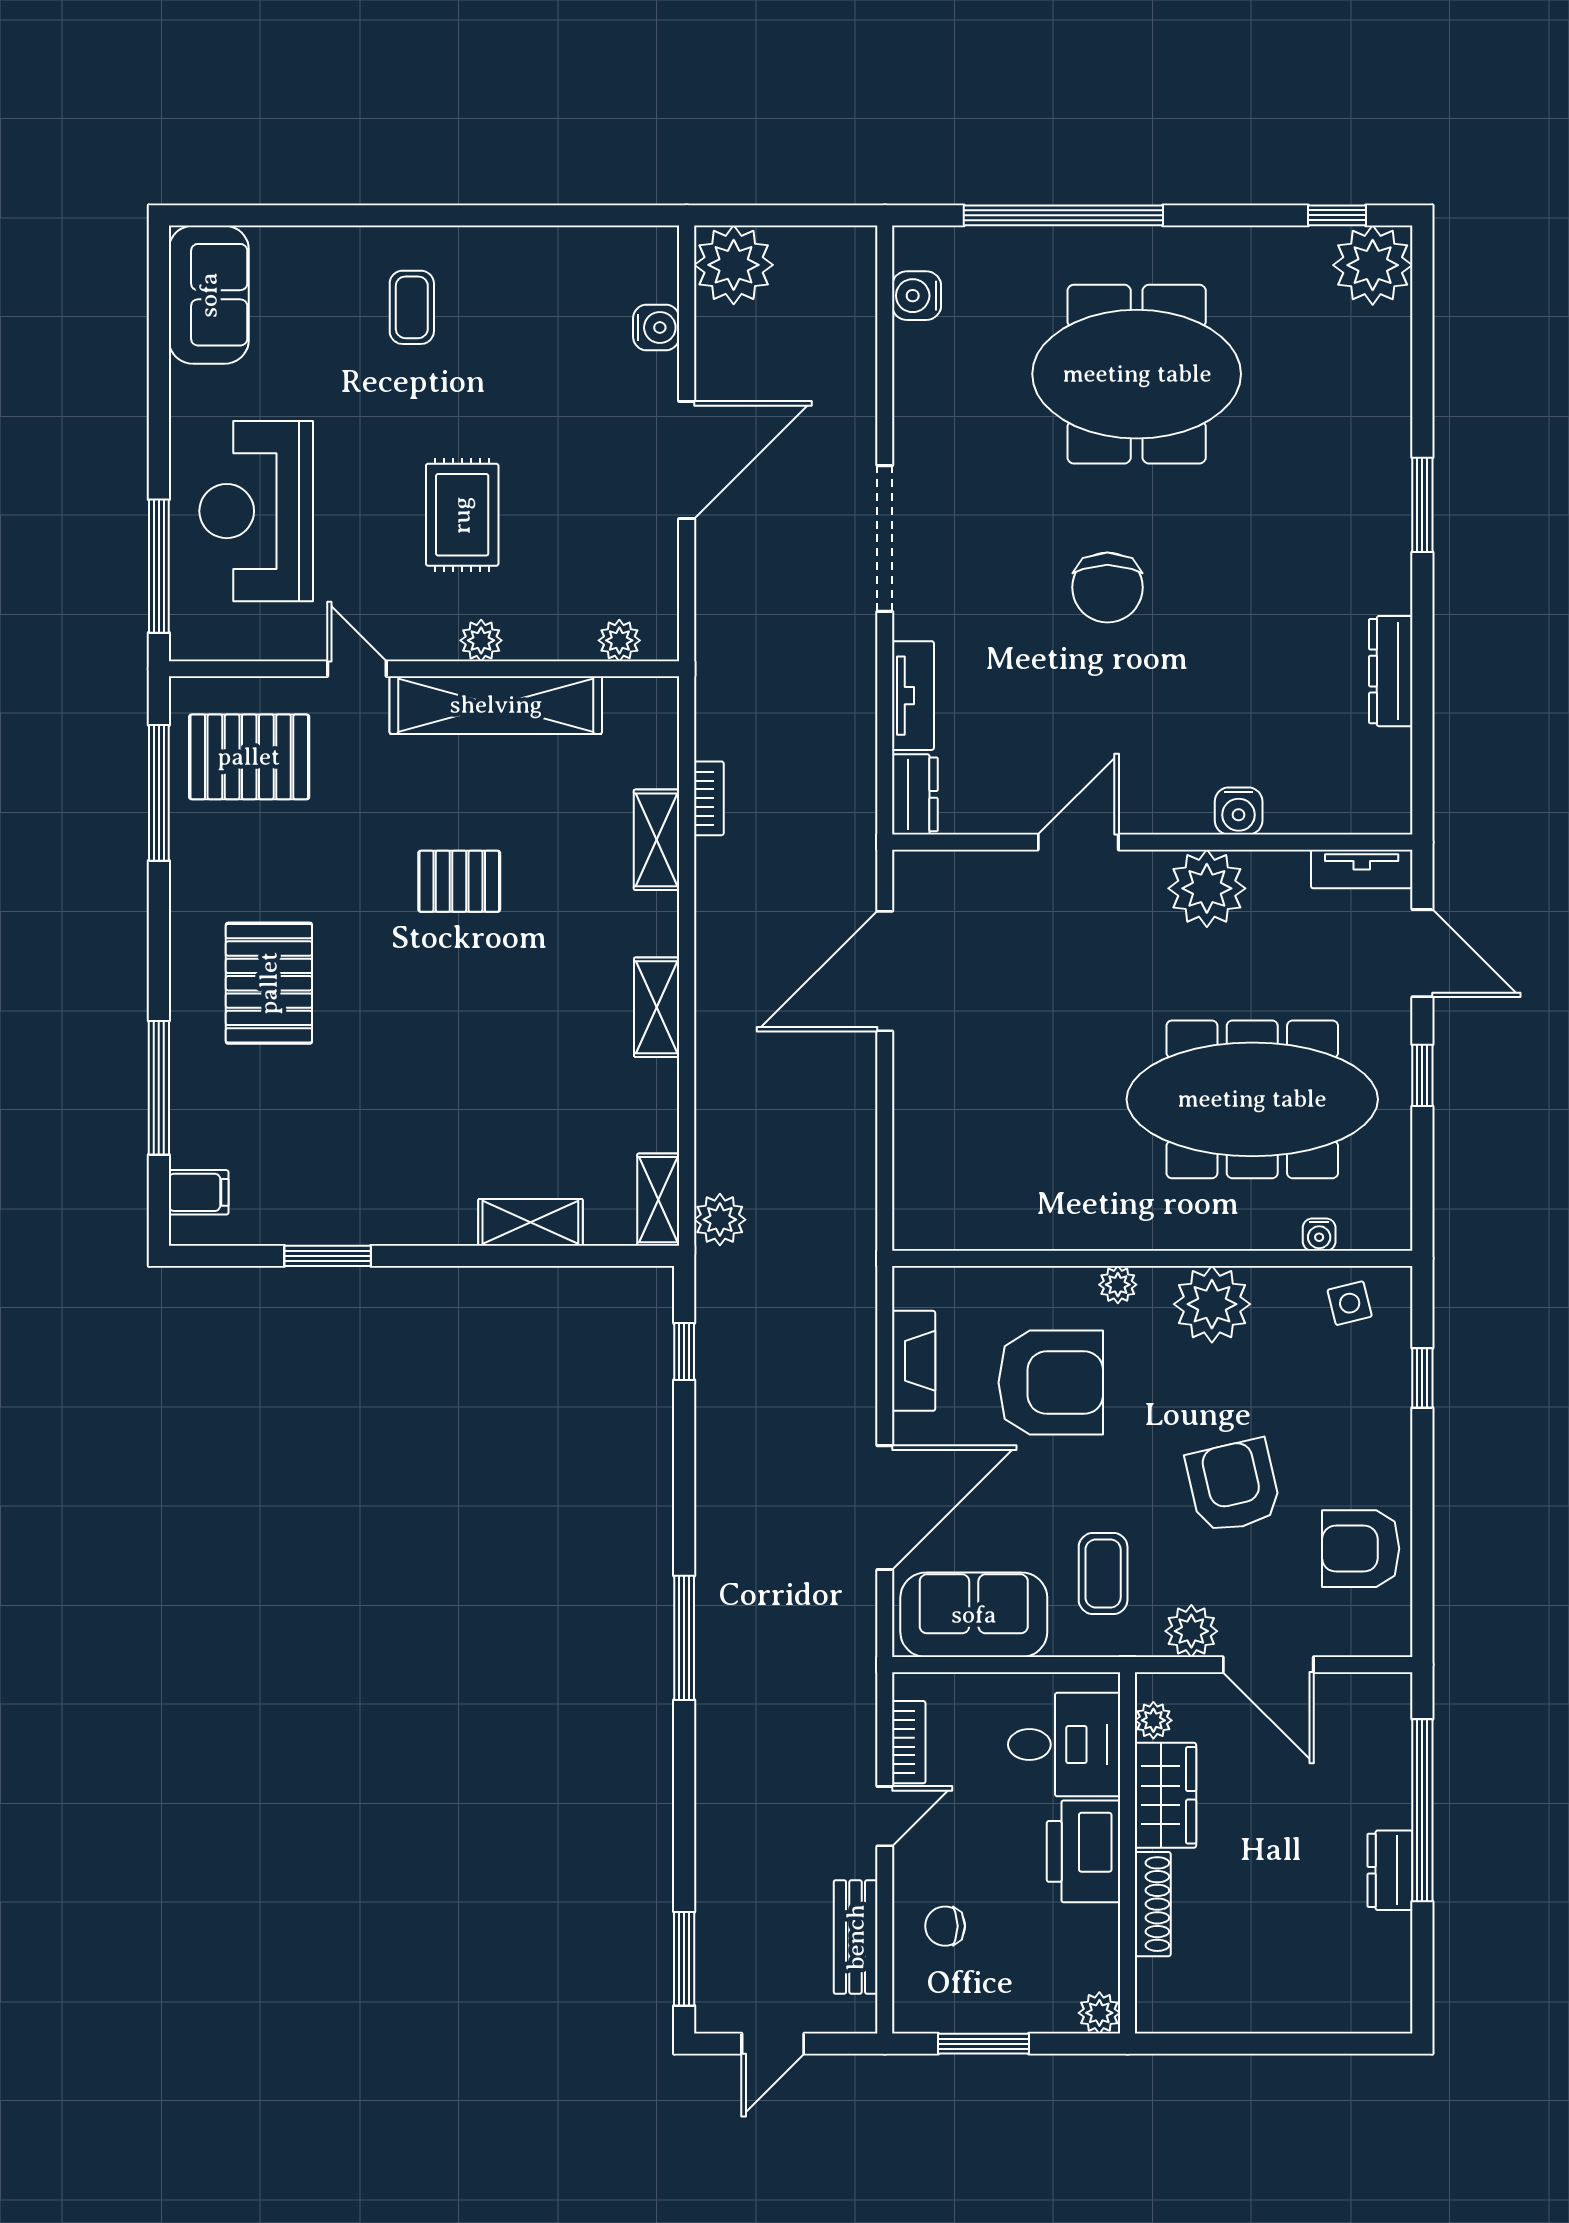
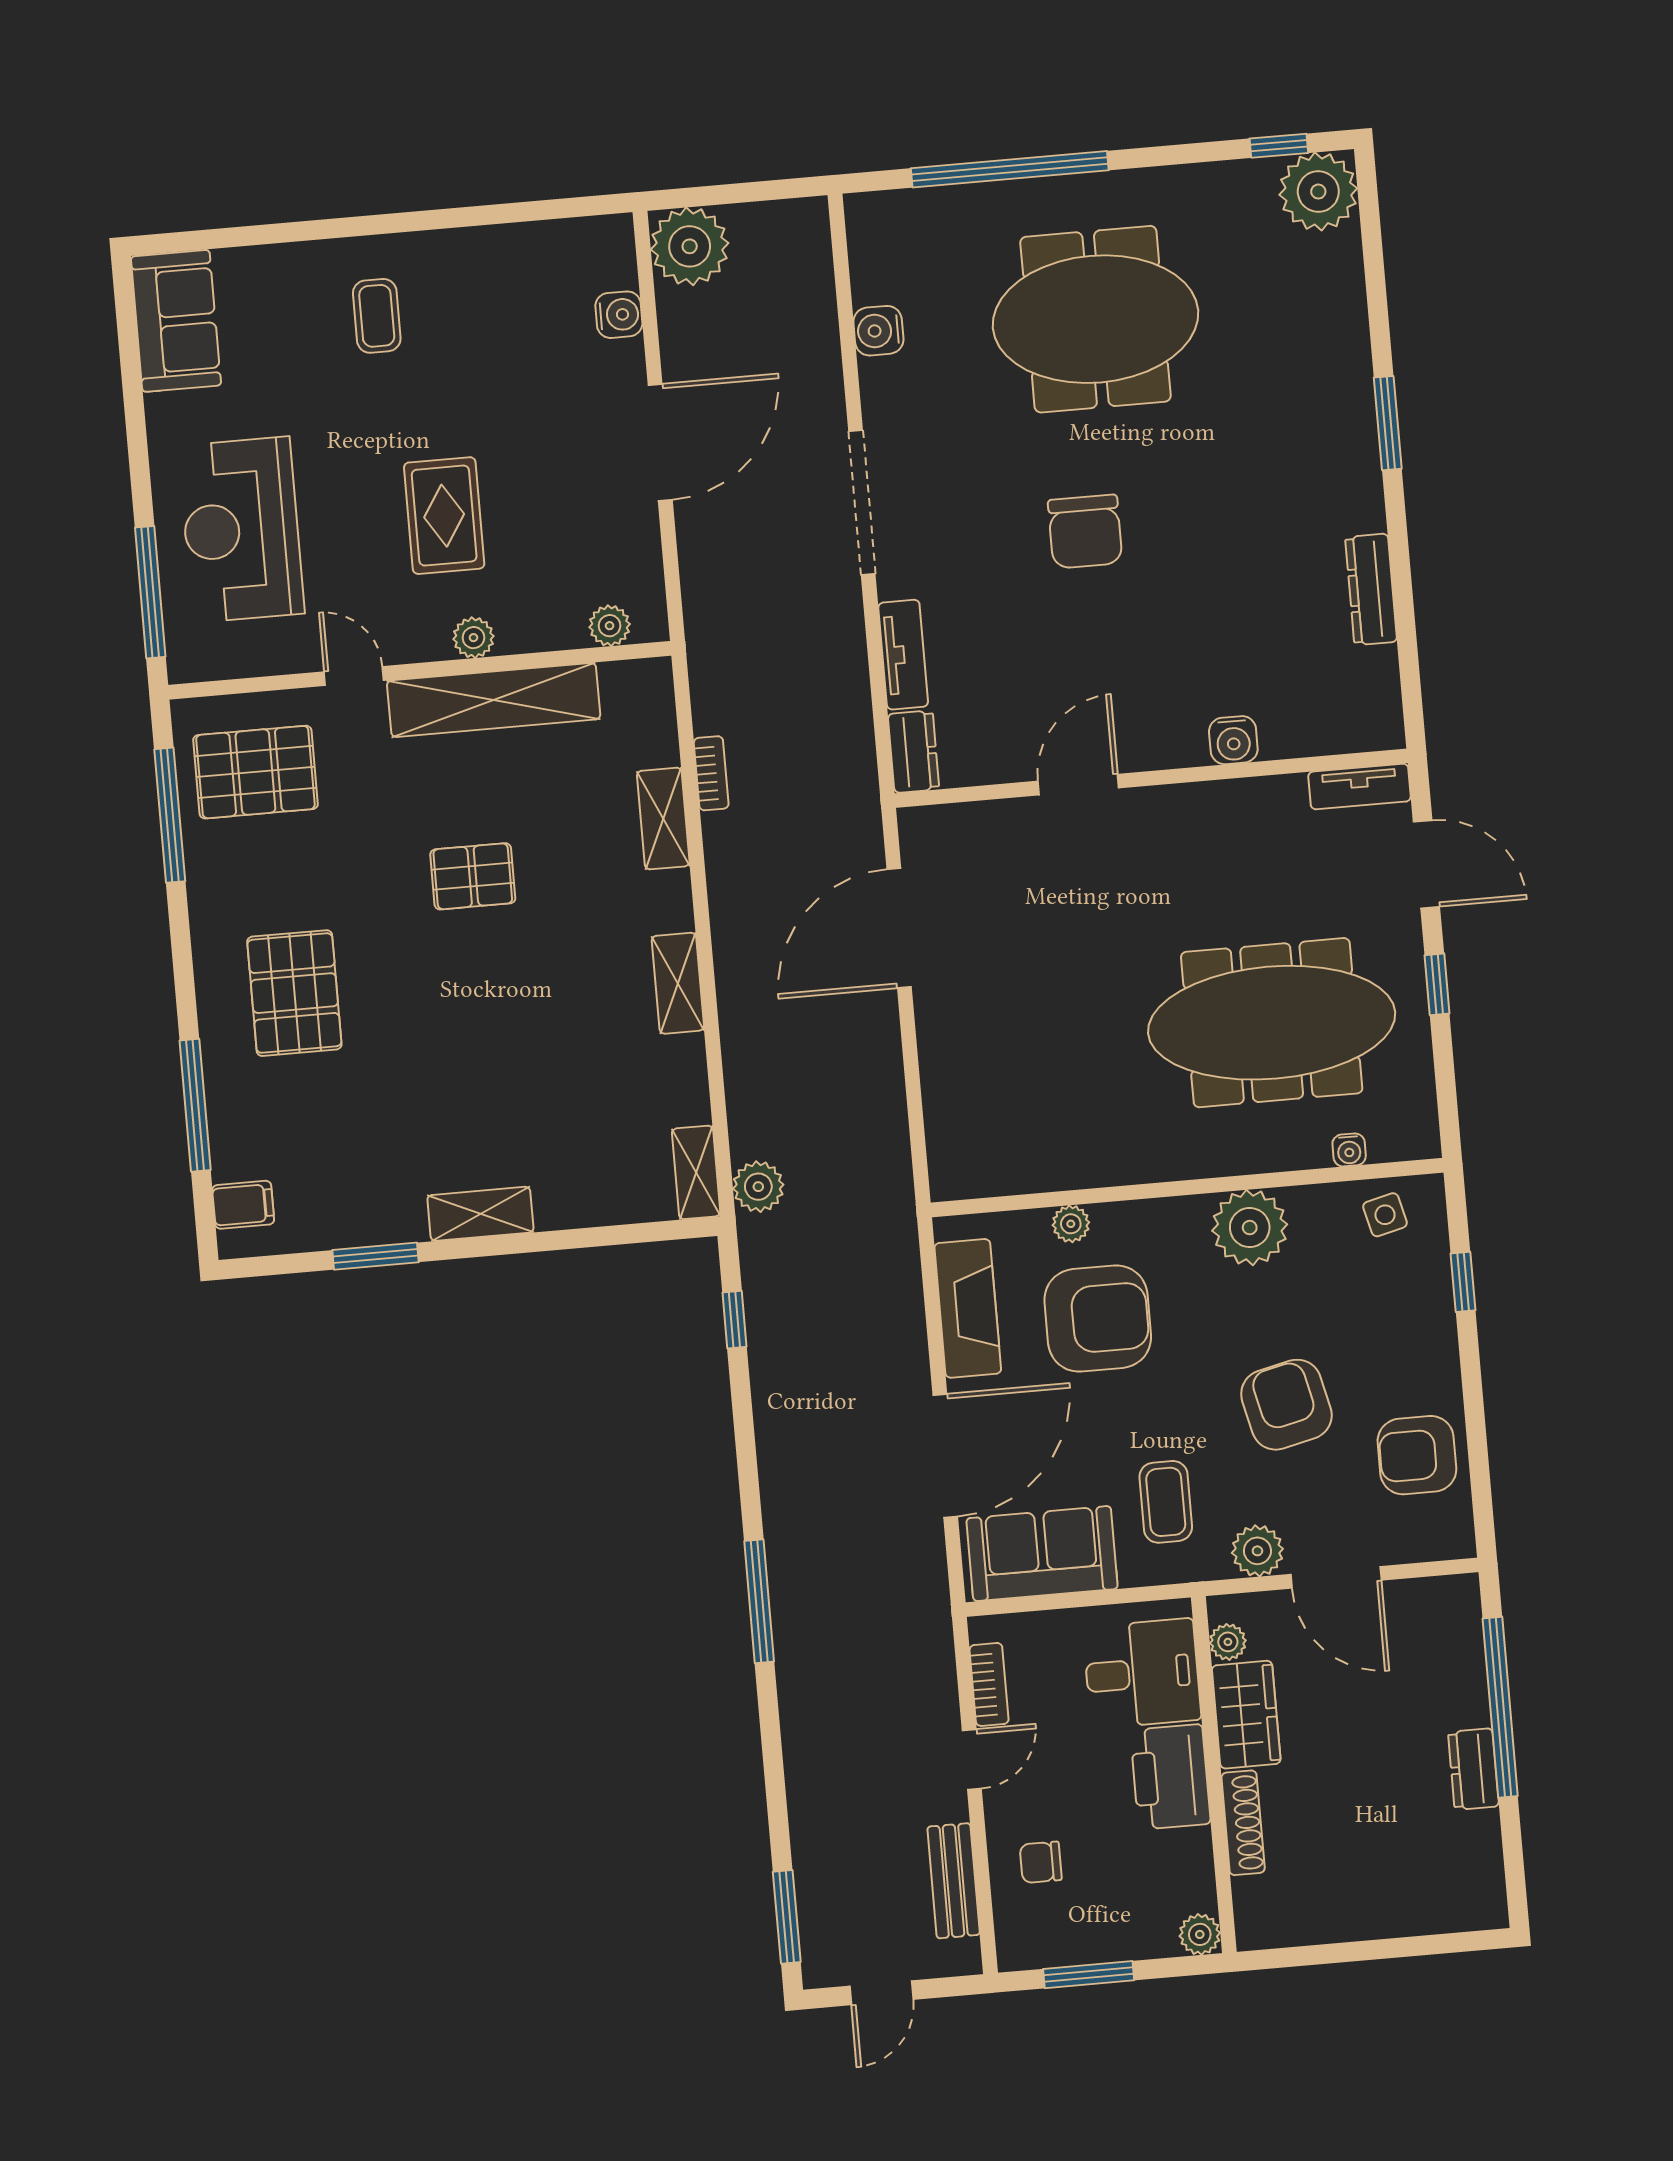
water cooler: (917, 296) -> (878, 331), moved
plant: (1207, 888) -> (1209, 819), removed
shelving: (530, 1222) -> (480, 1214), moved
plant: (1118, 1285) -> (1071, 1224), moved
fireplace: (914, 1361) -> (968, 1308), width x1.37, depth x1.32

